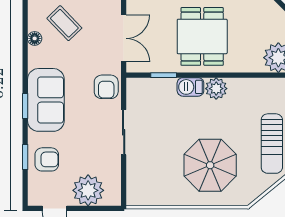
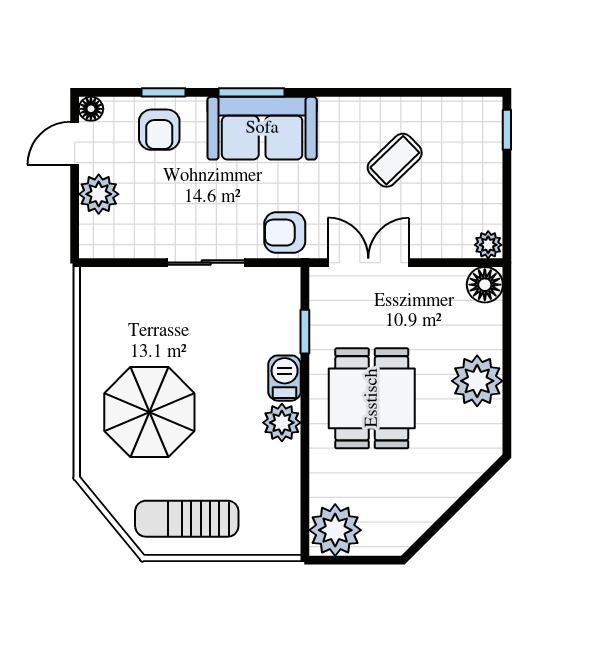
dining table: (202, 36) -> (372, 398), turned 90
floor lamp: (35, 38) -> (91, 109), moved
double door: (124, 38) -> (368, 263), swing flipped
window: (25, 106) -> (252, 92), width x1.50
plant: (88, 190) -> (99, 194), width x0.73, depth x0.73

